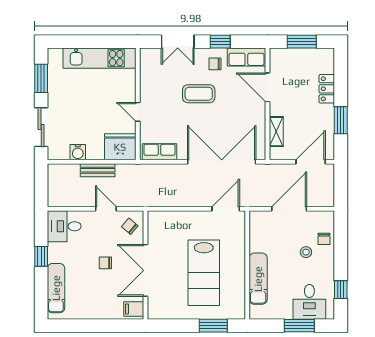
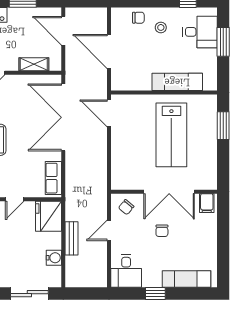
stool: (306, 252) -> (161, 27), moved
lab bench: (204, 273) -> (171, 135), turned 90

